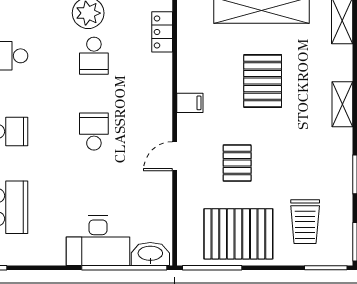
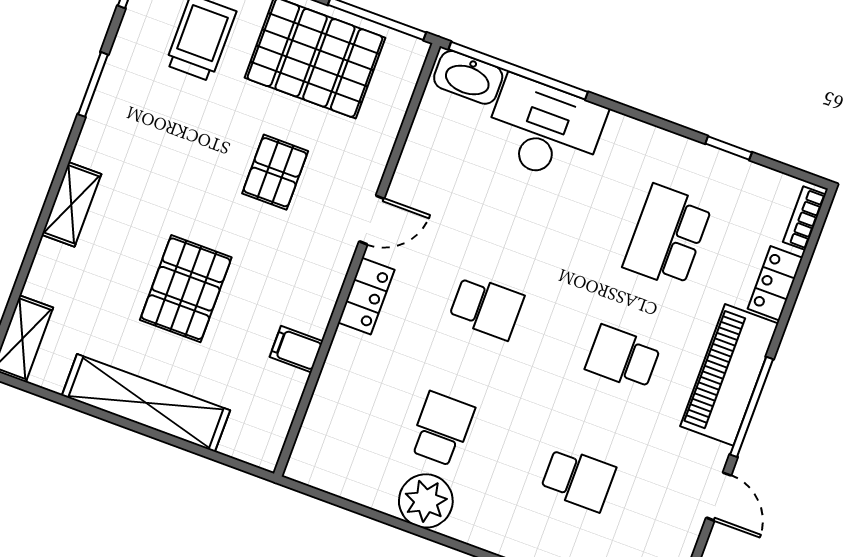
locker: (162, 32) -> (366, 296), moved
filing cabinet: (190, 103) -> (296, 349), moved
school desk: (94, 131) -> (486, 307), turned -90

